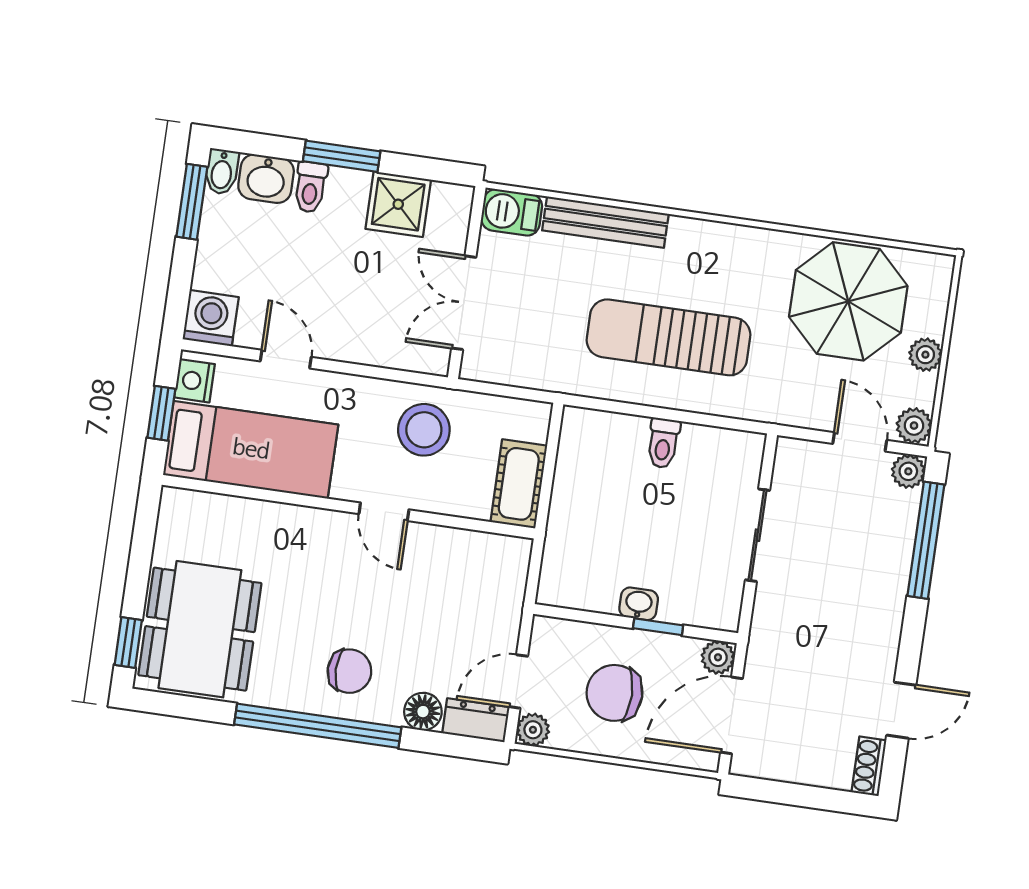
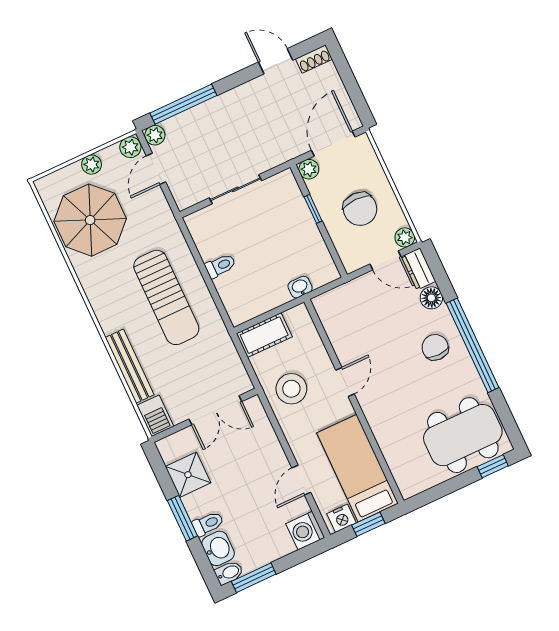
cot: (519, 484) -> (264, 335), moved
washbasin: (639, 604) -> (300, 287), moved, turned 90
door: (732, 715) -> (333, 144), swing flipped

